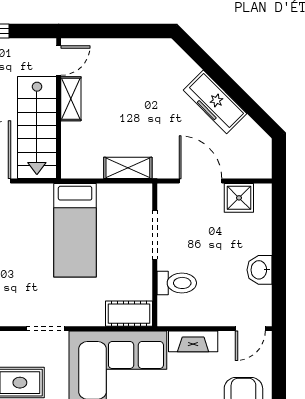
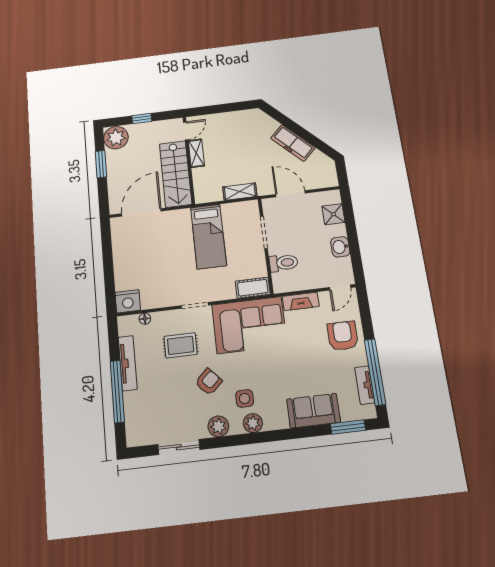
shower: (239, 198) -> (333, 214), moved

